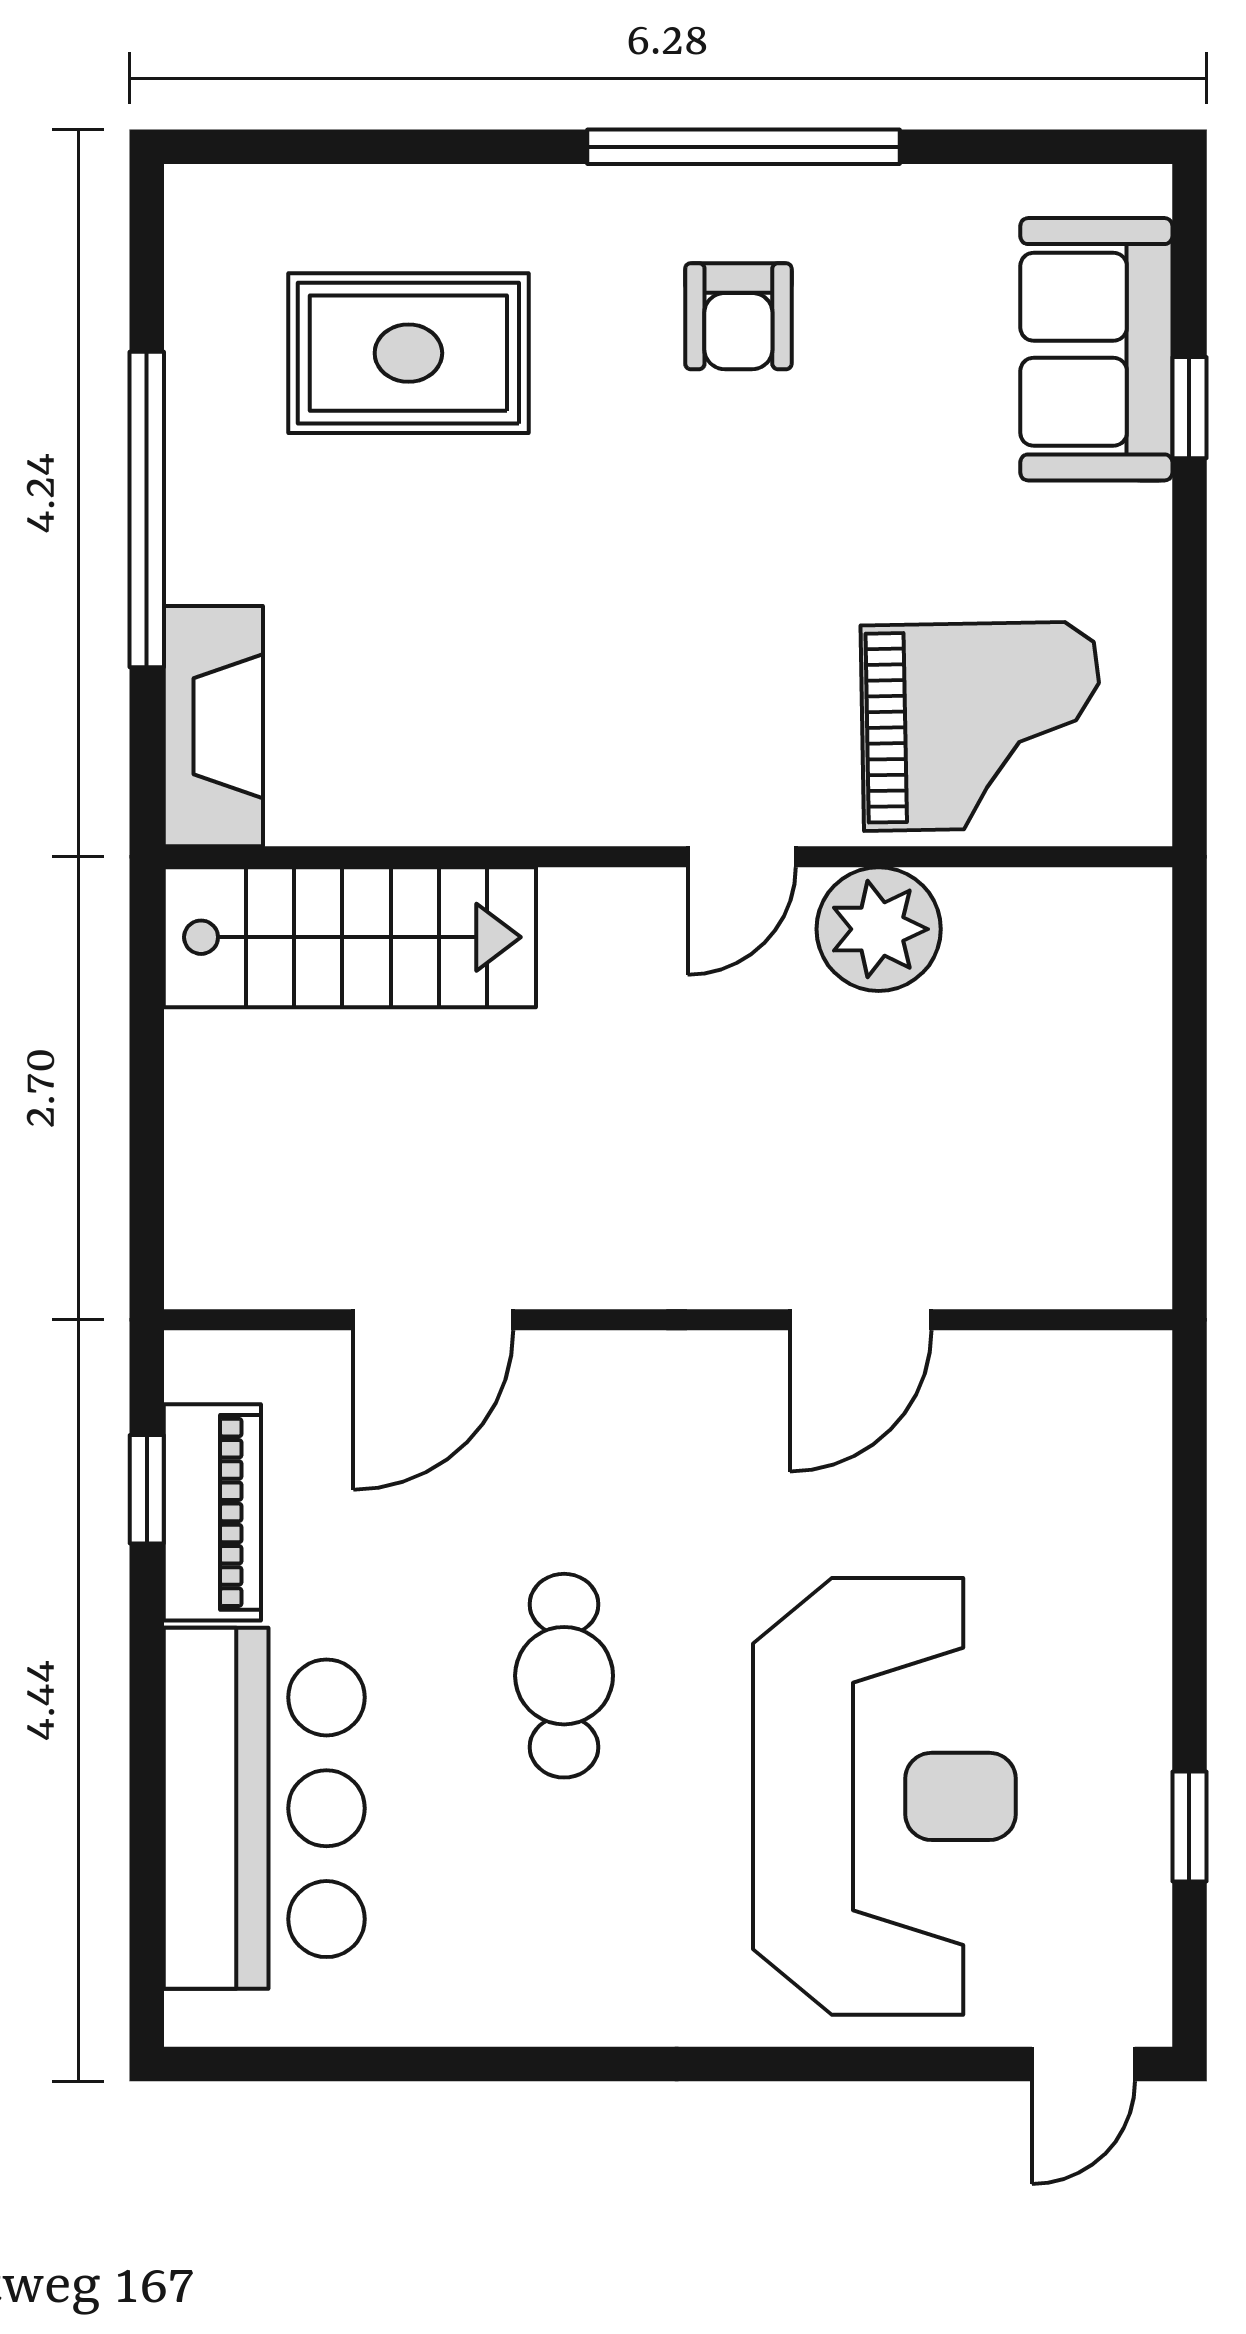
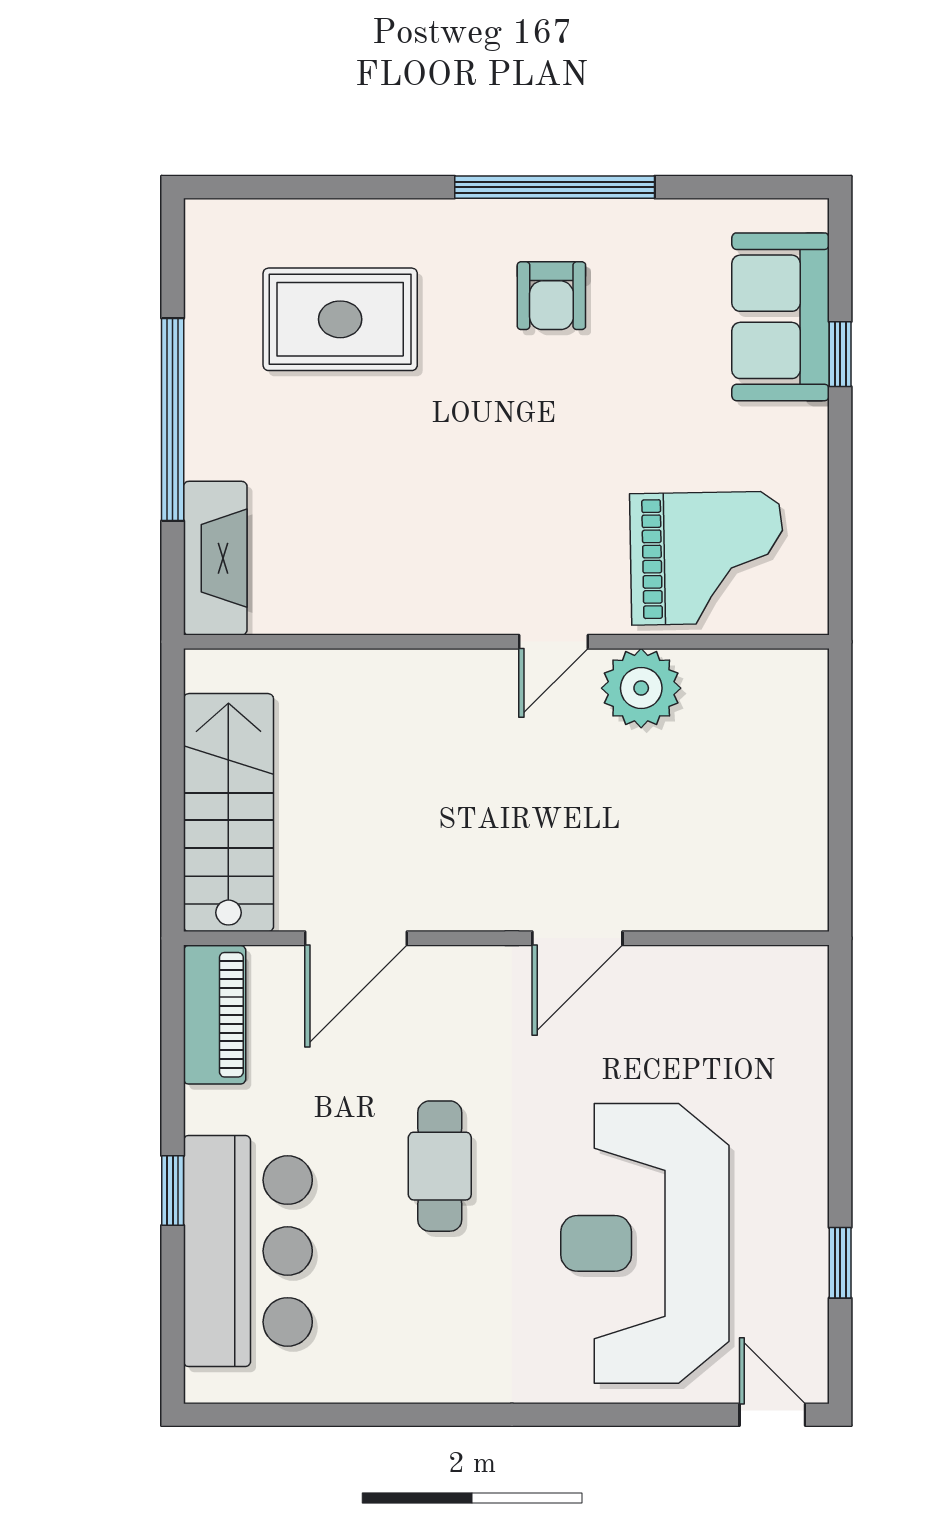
stairs: (350, 937) -> (228, 813), moved, turned -90
door: (861, 1320) -> (577, 938), moved
window: (147, 1489) -> (173, 1191), moved
piano: (212, 1512) -> (215, 1015), moved
reception desk: (884, 1796) -> (645, 1243), turned 180
door: (1083, 2064) -> (772, 1415), swing flipped

